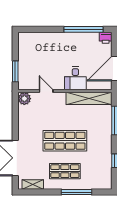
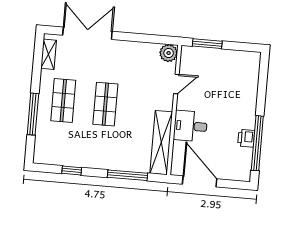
printer: (106, 38) -> (246, 138), moved
shop shelf: (65, 141) -> (105, 104), width x0.70, depth x0.74

